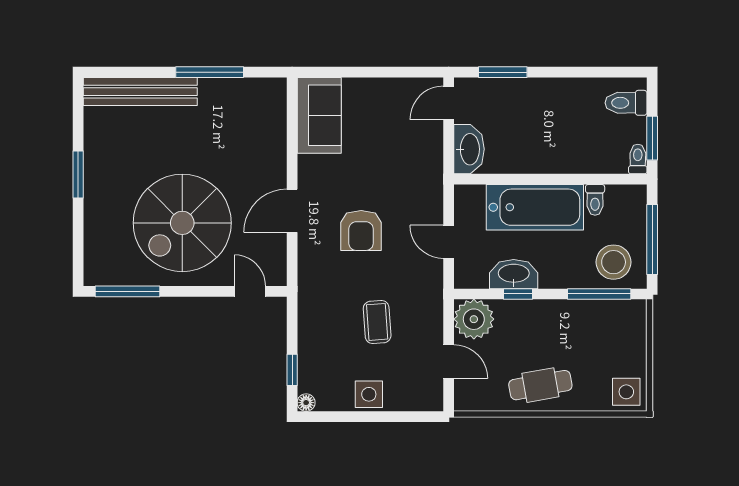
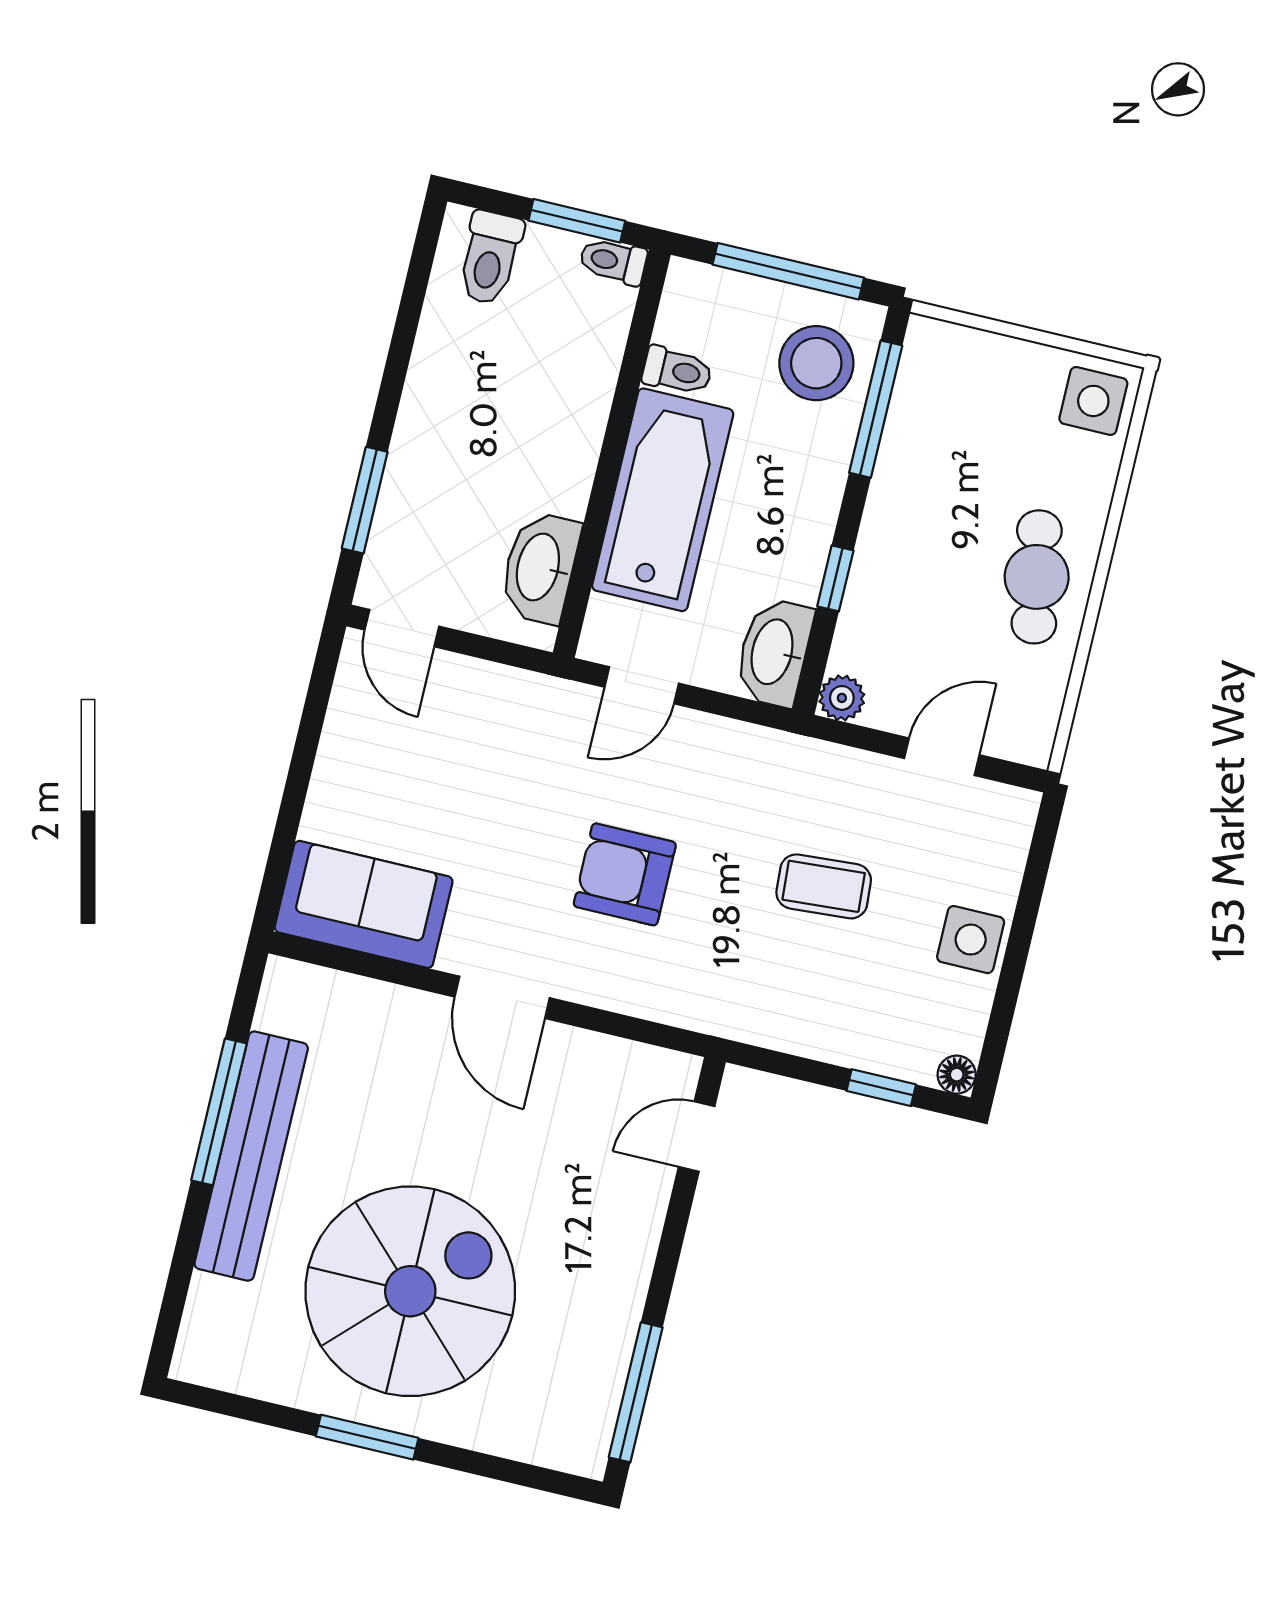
bench: (140, 92) -> (251, 1156), moved
washbasin: (469, 149) -> (540, 567), moved, turned -90
door: (292, 211) -> (502, 997), moved
spiral stairs: (182, 223) -> (410, 1291), moved, turned -90
armchair: (361, 230) -> (625, 874), turned 180
door: (449, 242) -> (642, 685), moved
washbasin: (514, 274) -> (774, 652), moved
plant: (474, 319) -> (842, 698), width x0.53, depth x0.53

